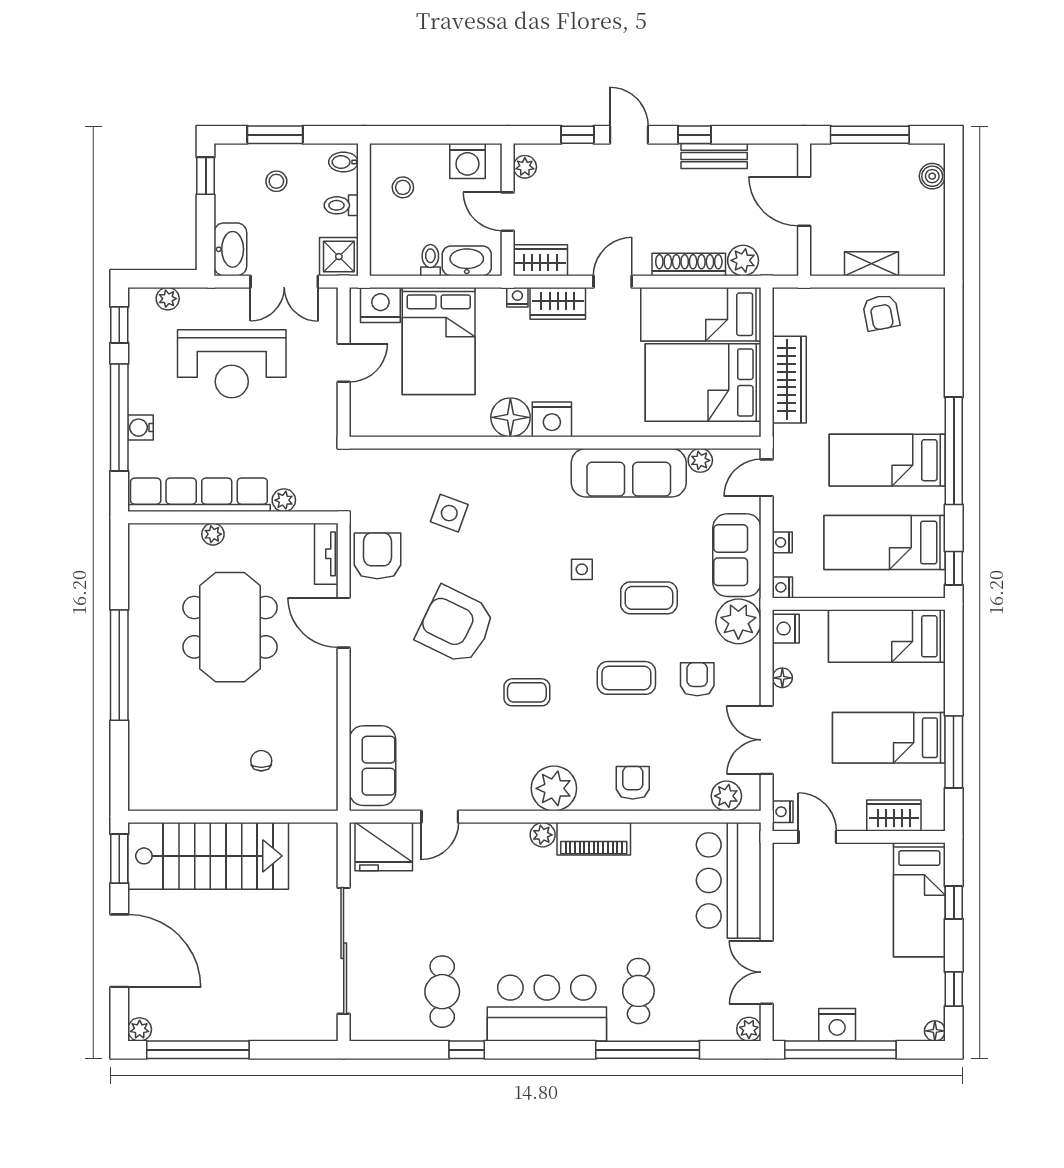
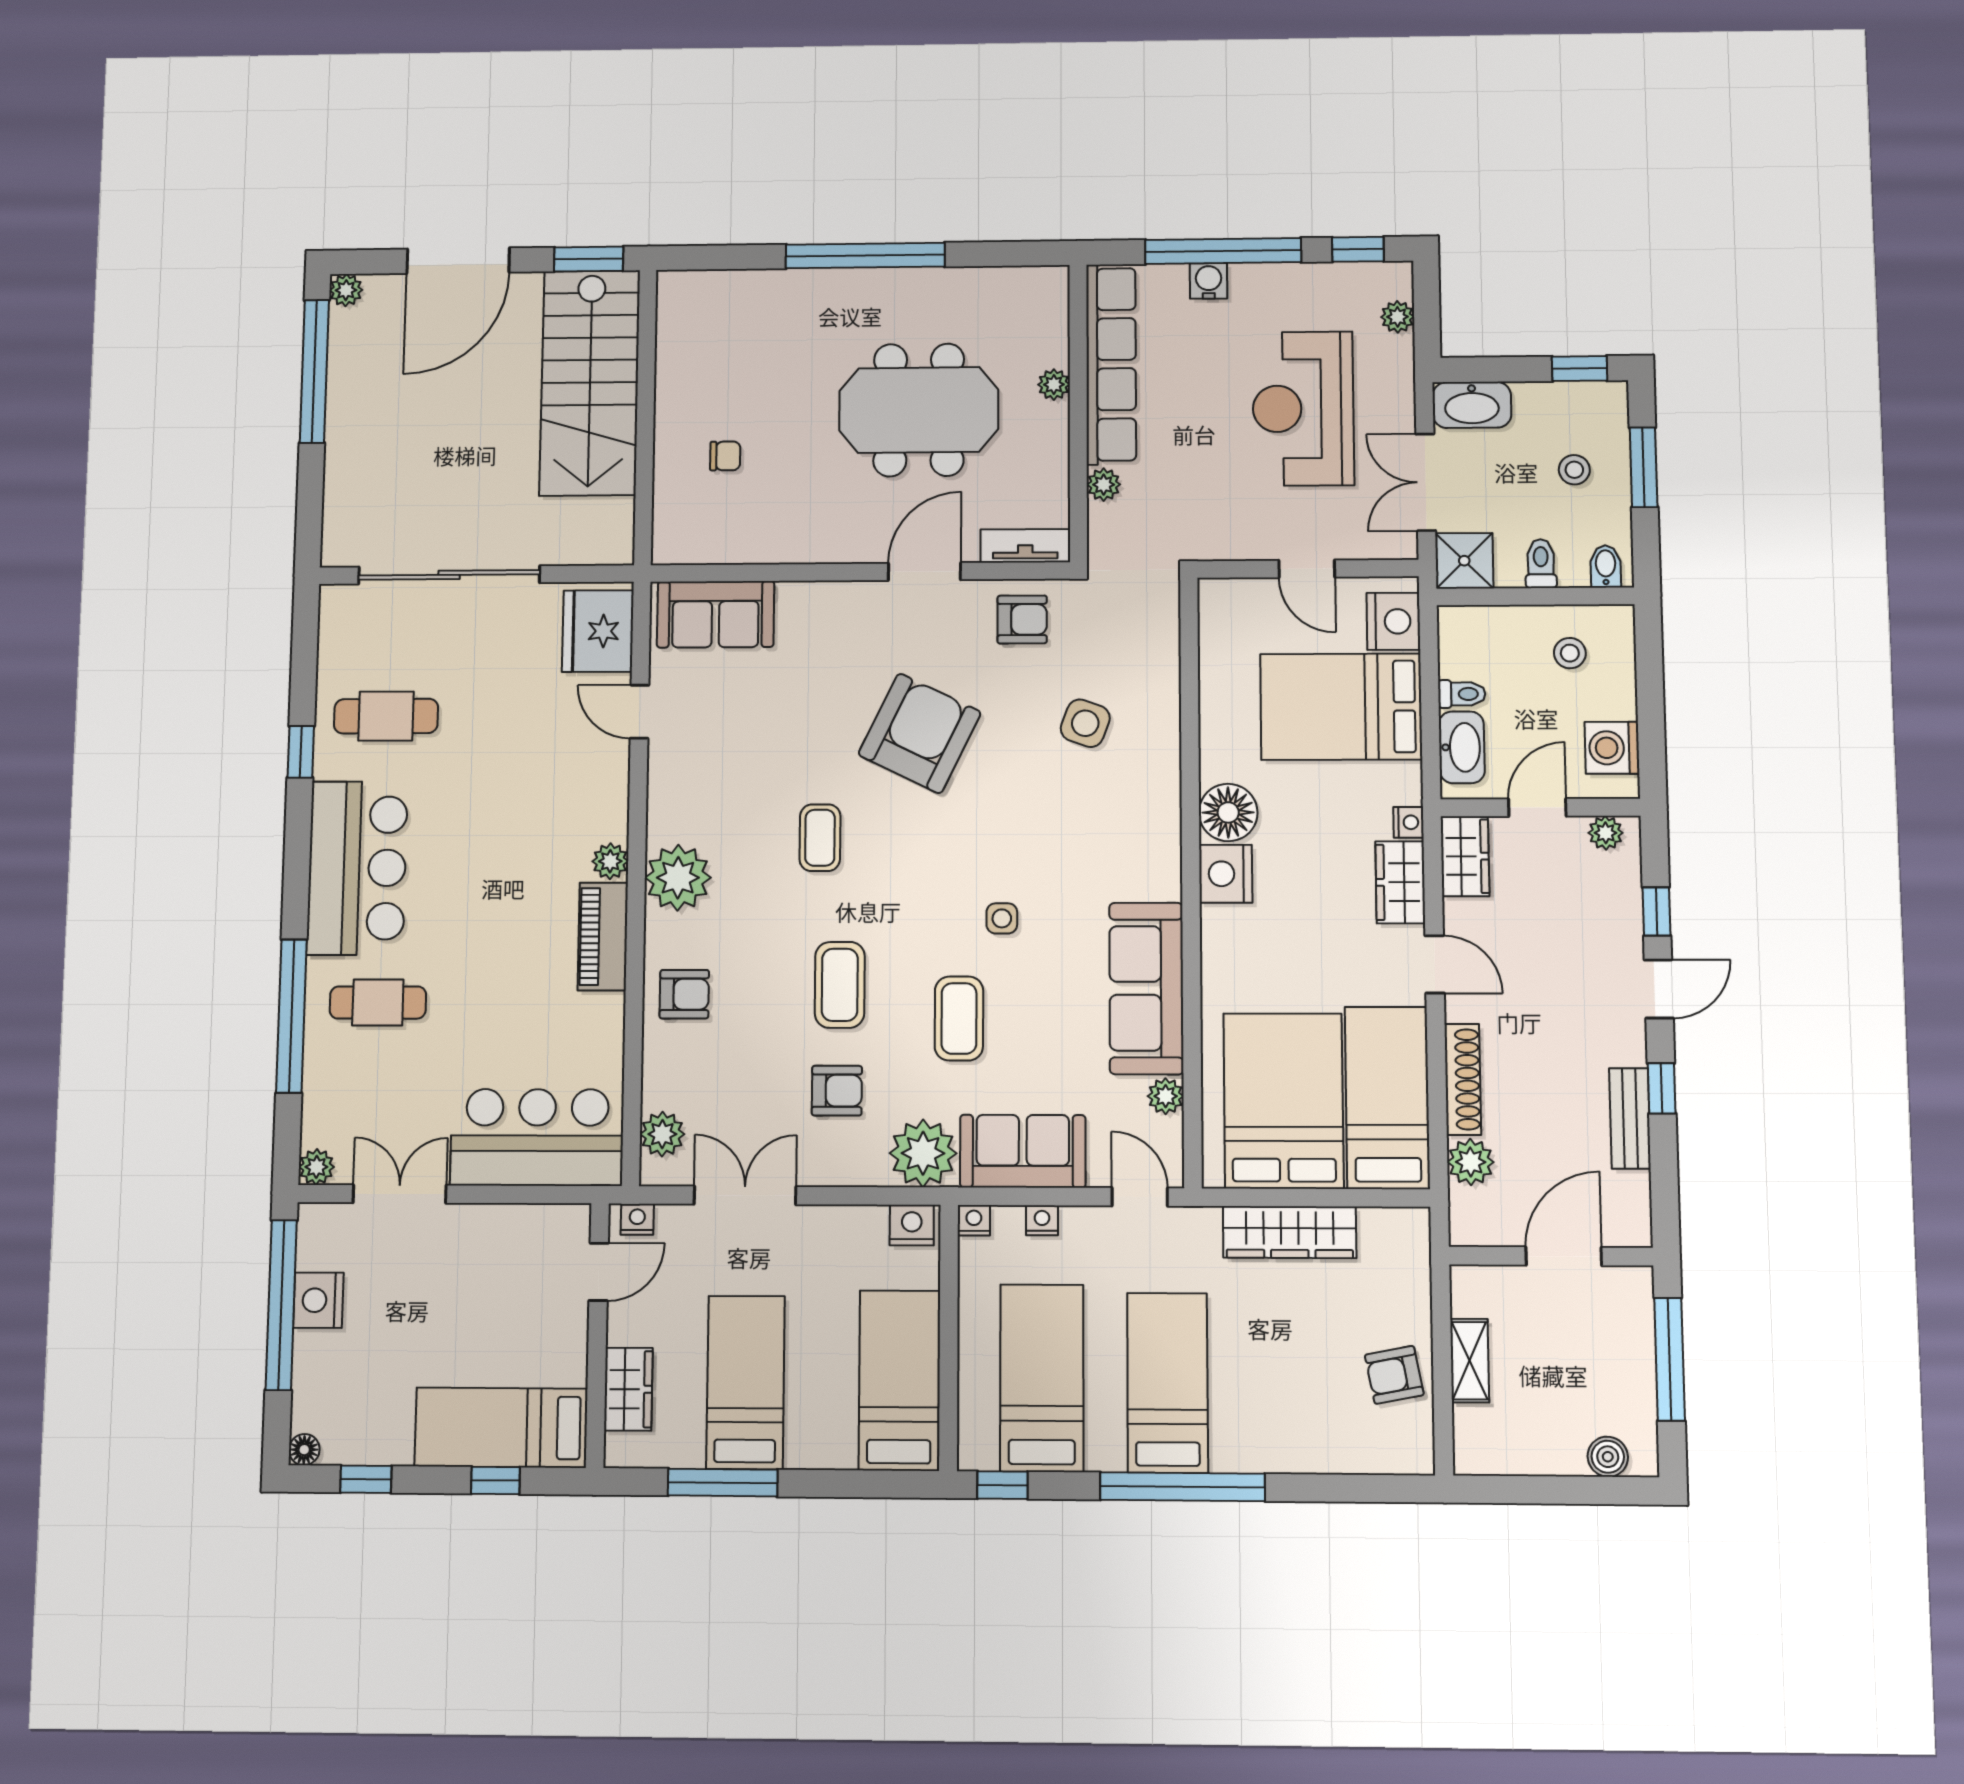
armchair: (377, 556) -> (1022, 619), width x0.72, depth x0.72
floor lamp: (782, 678) -> (838, 1219), removed

